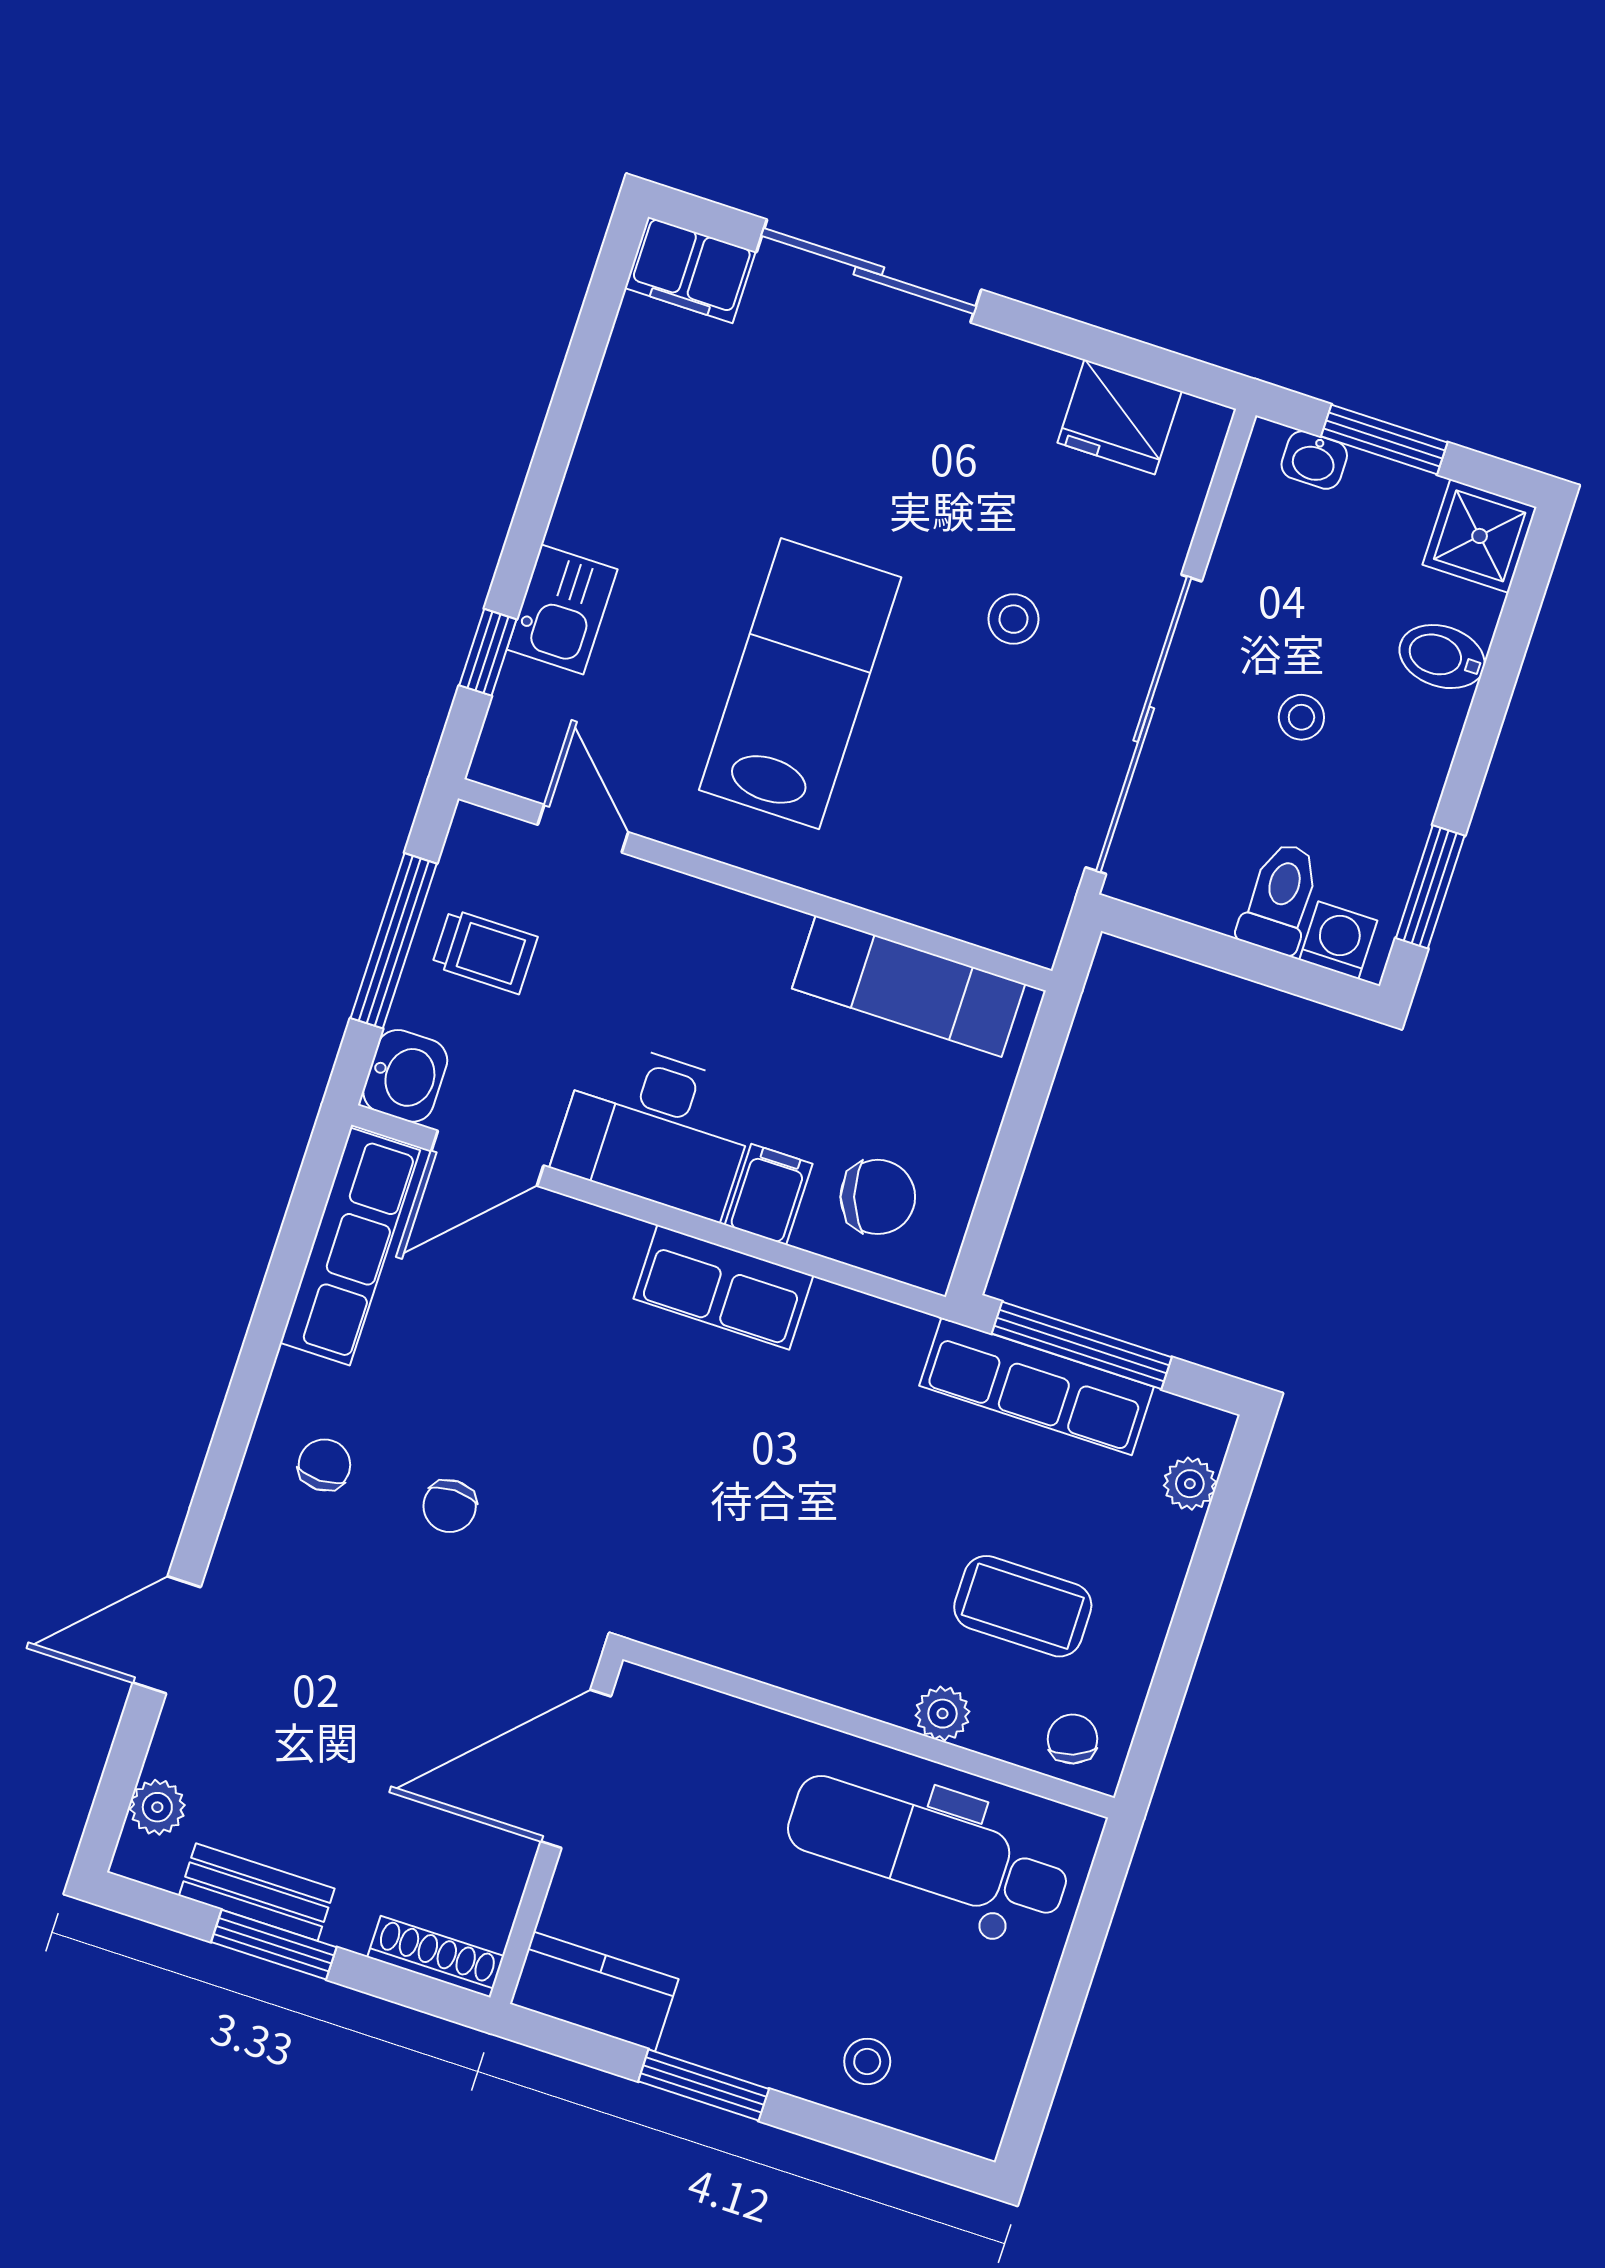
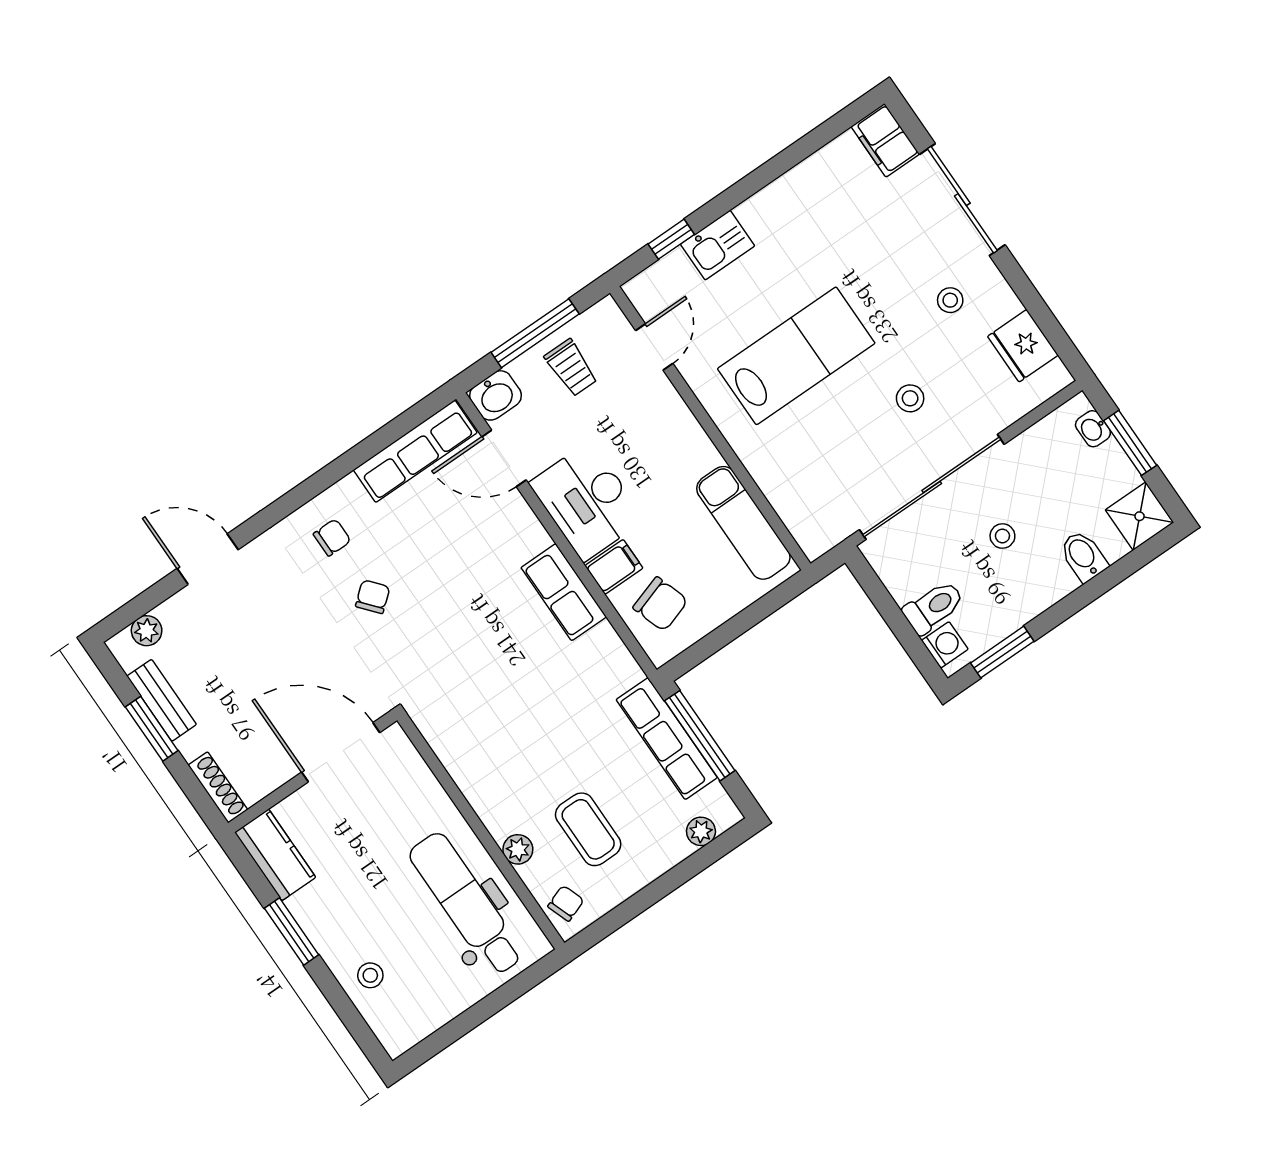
stool: (963, 431) -> (950, 300), added
chair: (450, 1506) -> (373, 597), turned 140

